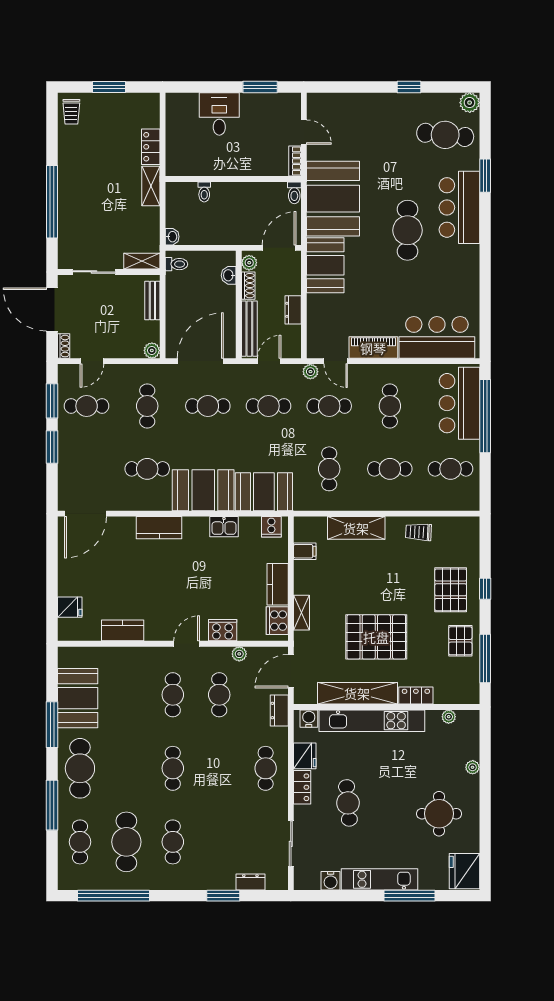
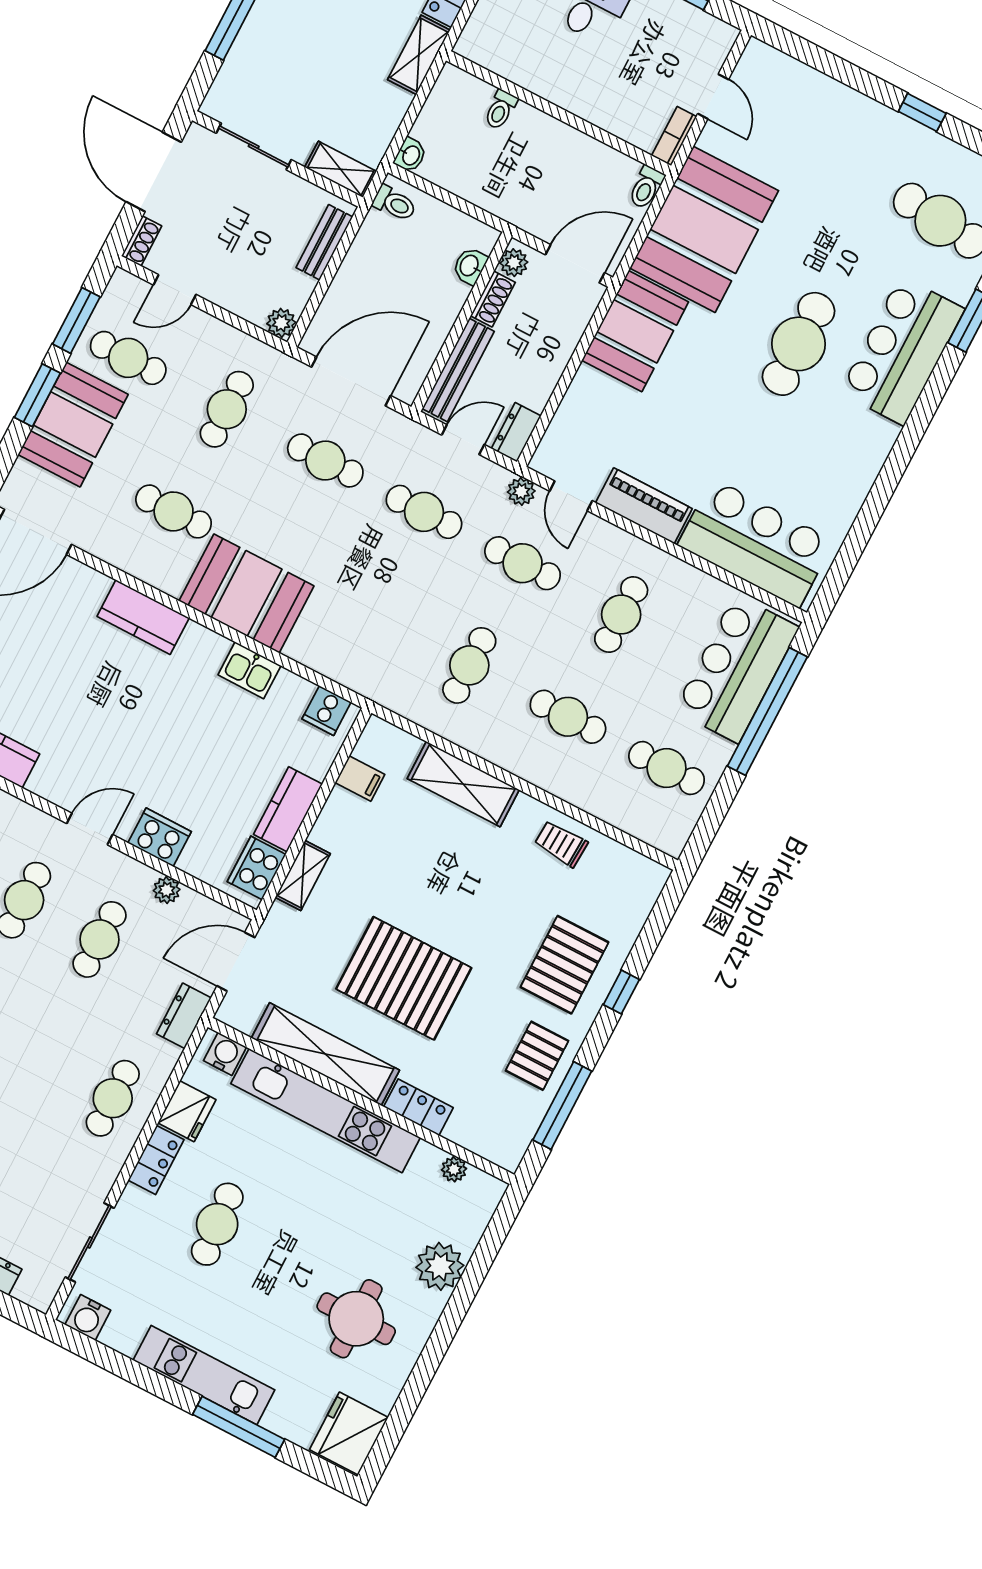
dresser: (293, 310) -> (516, 432), moved
booth: (264, 492) -> (73, 425), moved, turned 90
plant: (473, 767) -> (440, 1266), width x1.88, depth x1.88
water cooler: (331, 881) -> (88, 1318), moved

